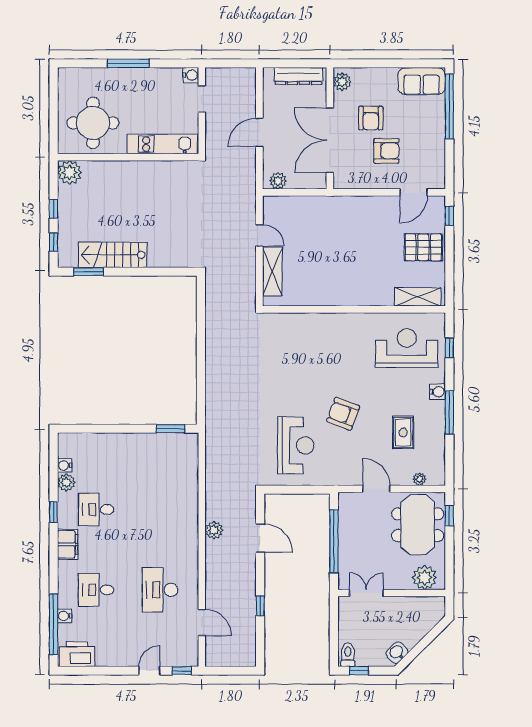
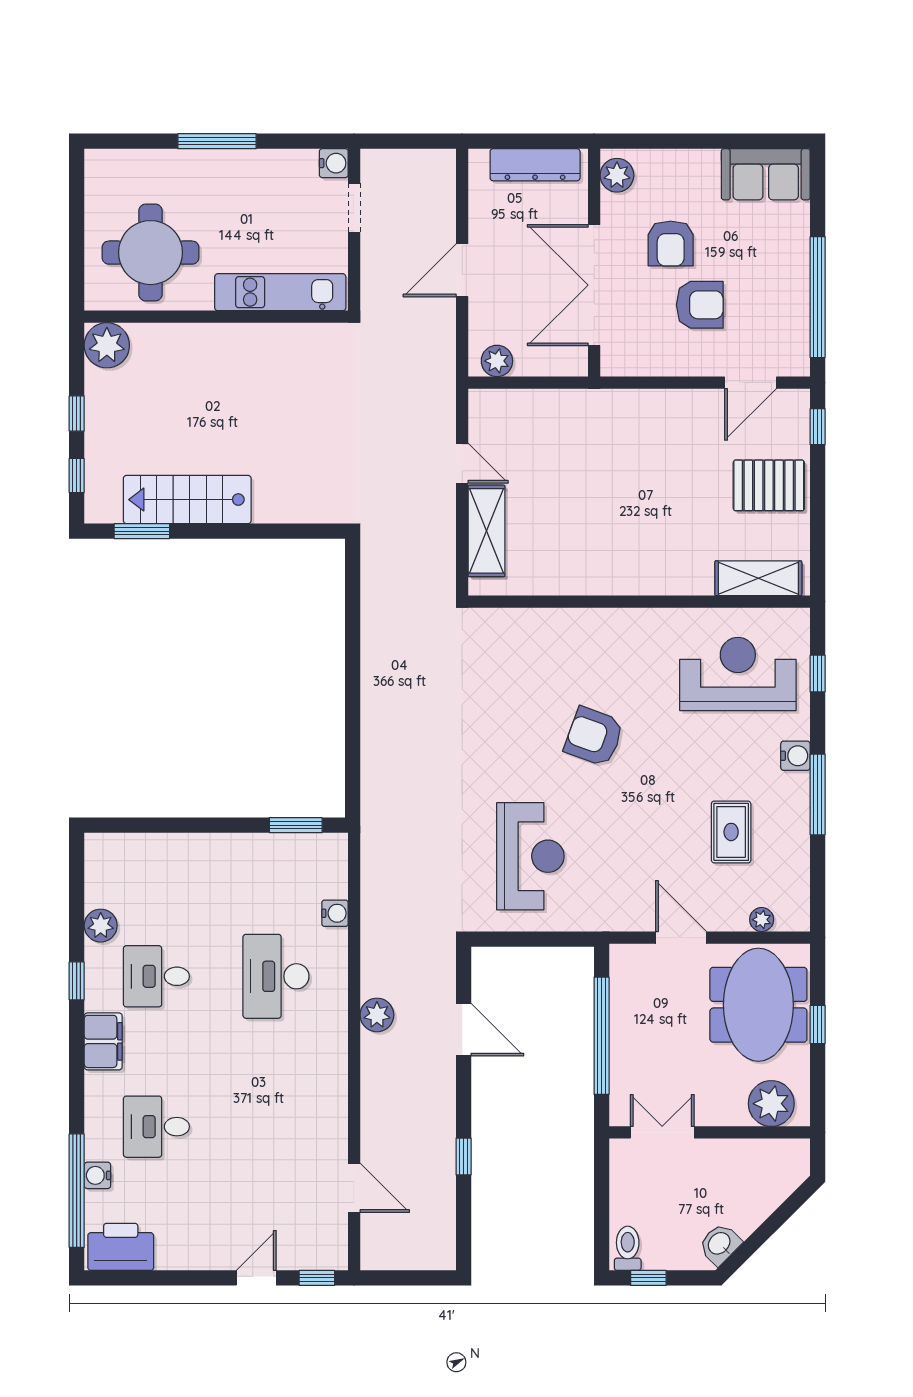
window: (449, 106) -> (818, 297), moved
armchair: (343, 414) -> (594, 737), moved
water cooler: (65, 465) -> (335, 913), moved, turned 180
window: (449, 516) -> (818, 1024), moved
desk: (160, 590) -> (276, 976), moved

